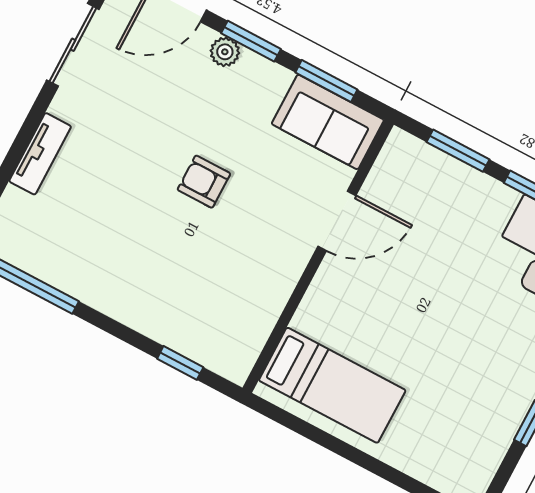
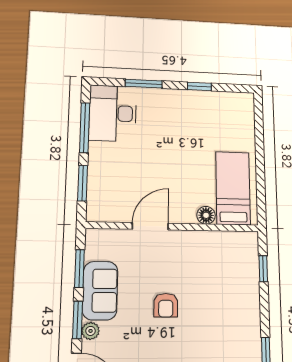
sofa: (328, 122) -> (100, 291), moved
door: (337, 221) -> (150, 226), hinge flipped
floor lamp: (310, 318) -> (206, 215), added

